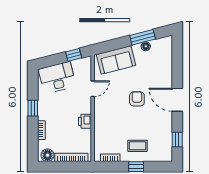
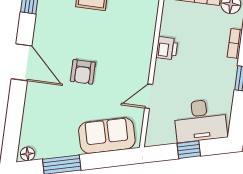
floor lamp: (146, 46) -> (28, 154), moved
window: (74, 55) -> (189, 150), moved

